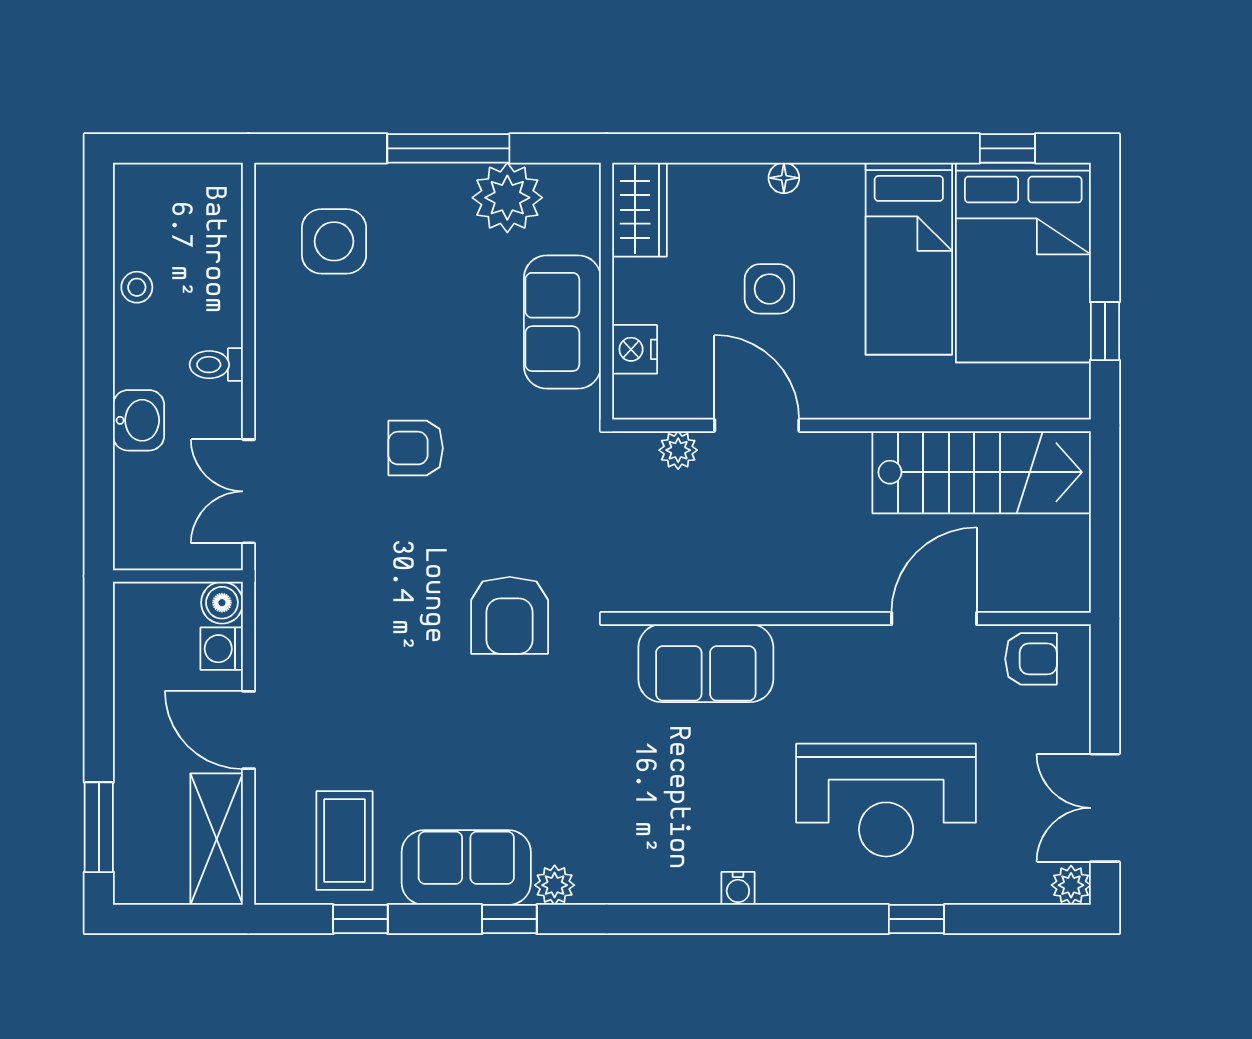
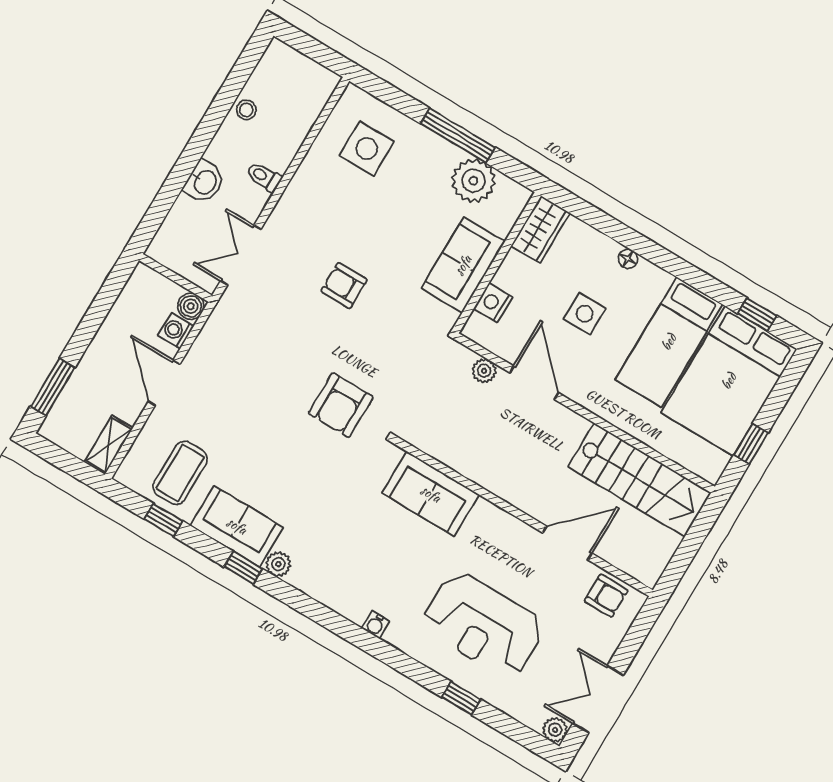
shelving: (217, 839) -> (109, 445), width x0.67, depth x0.75

